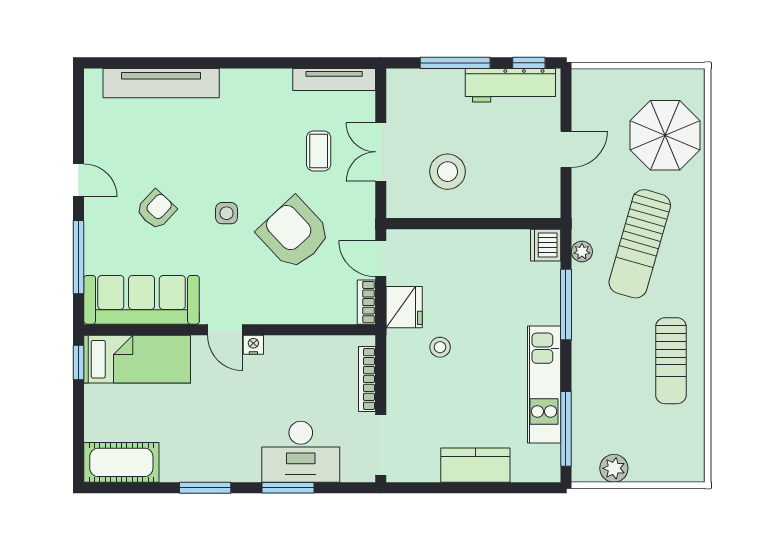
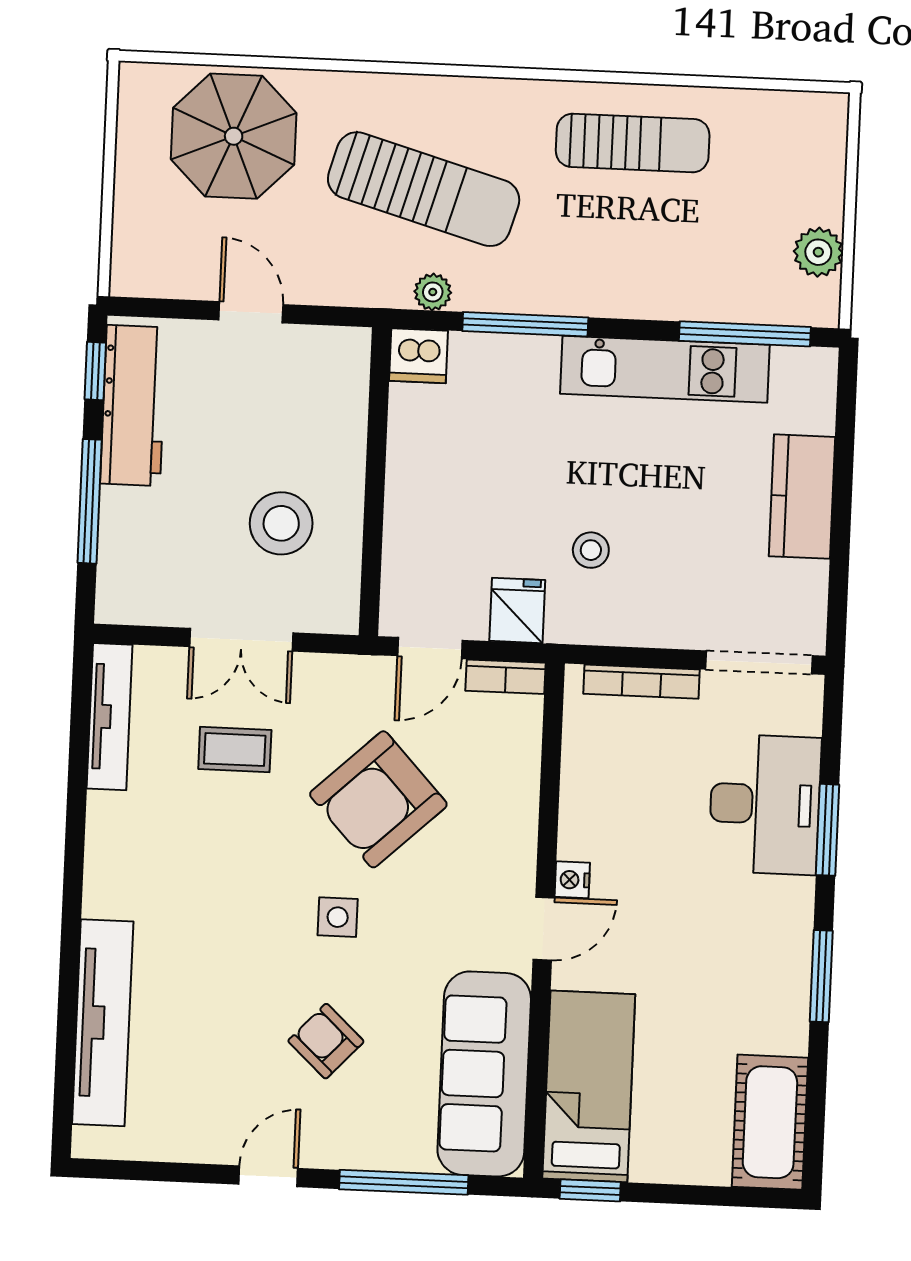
fridge: (404, 307) -> (517, 610), width x0.72

